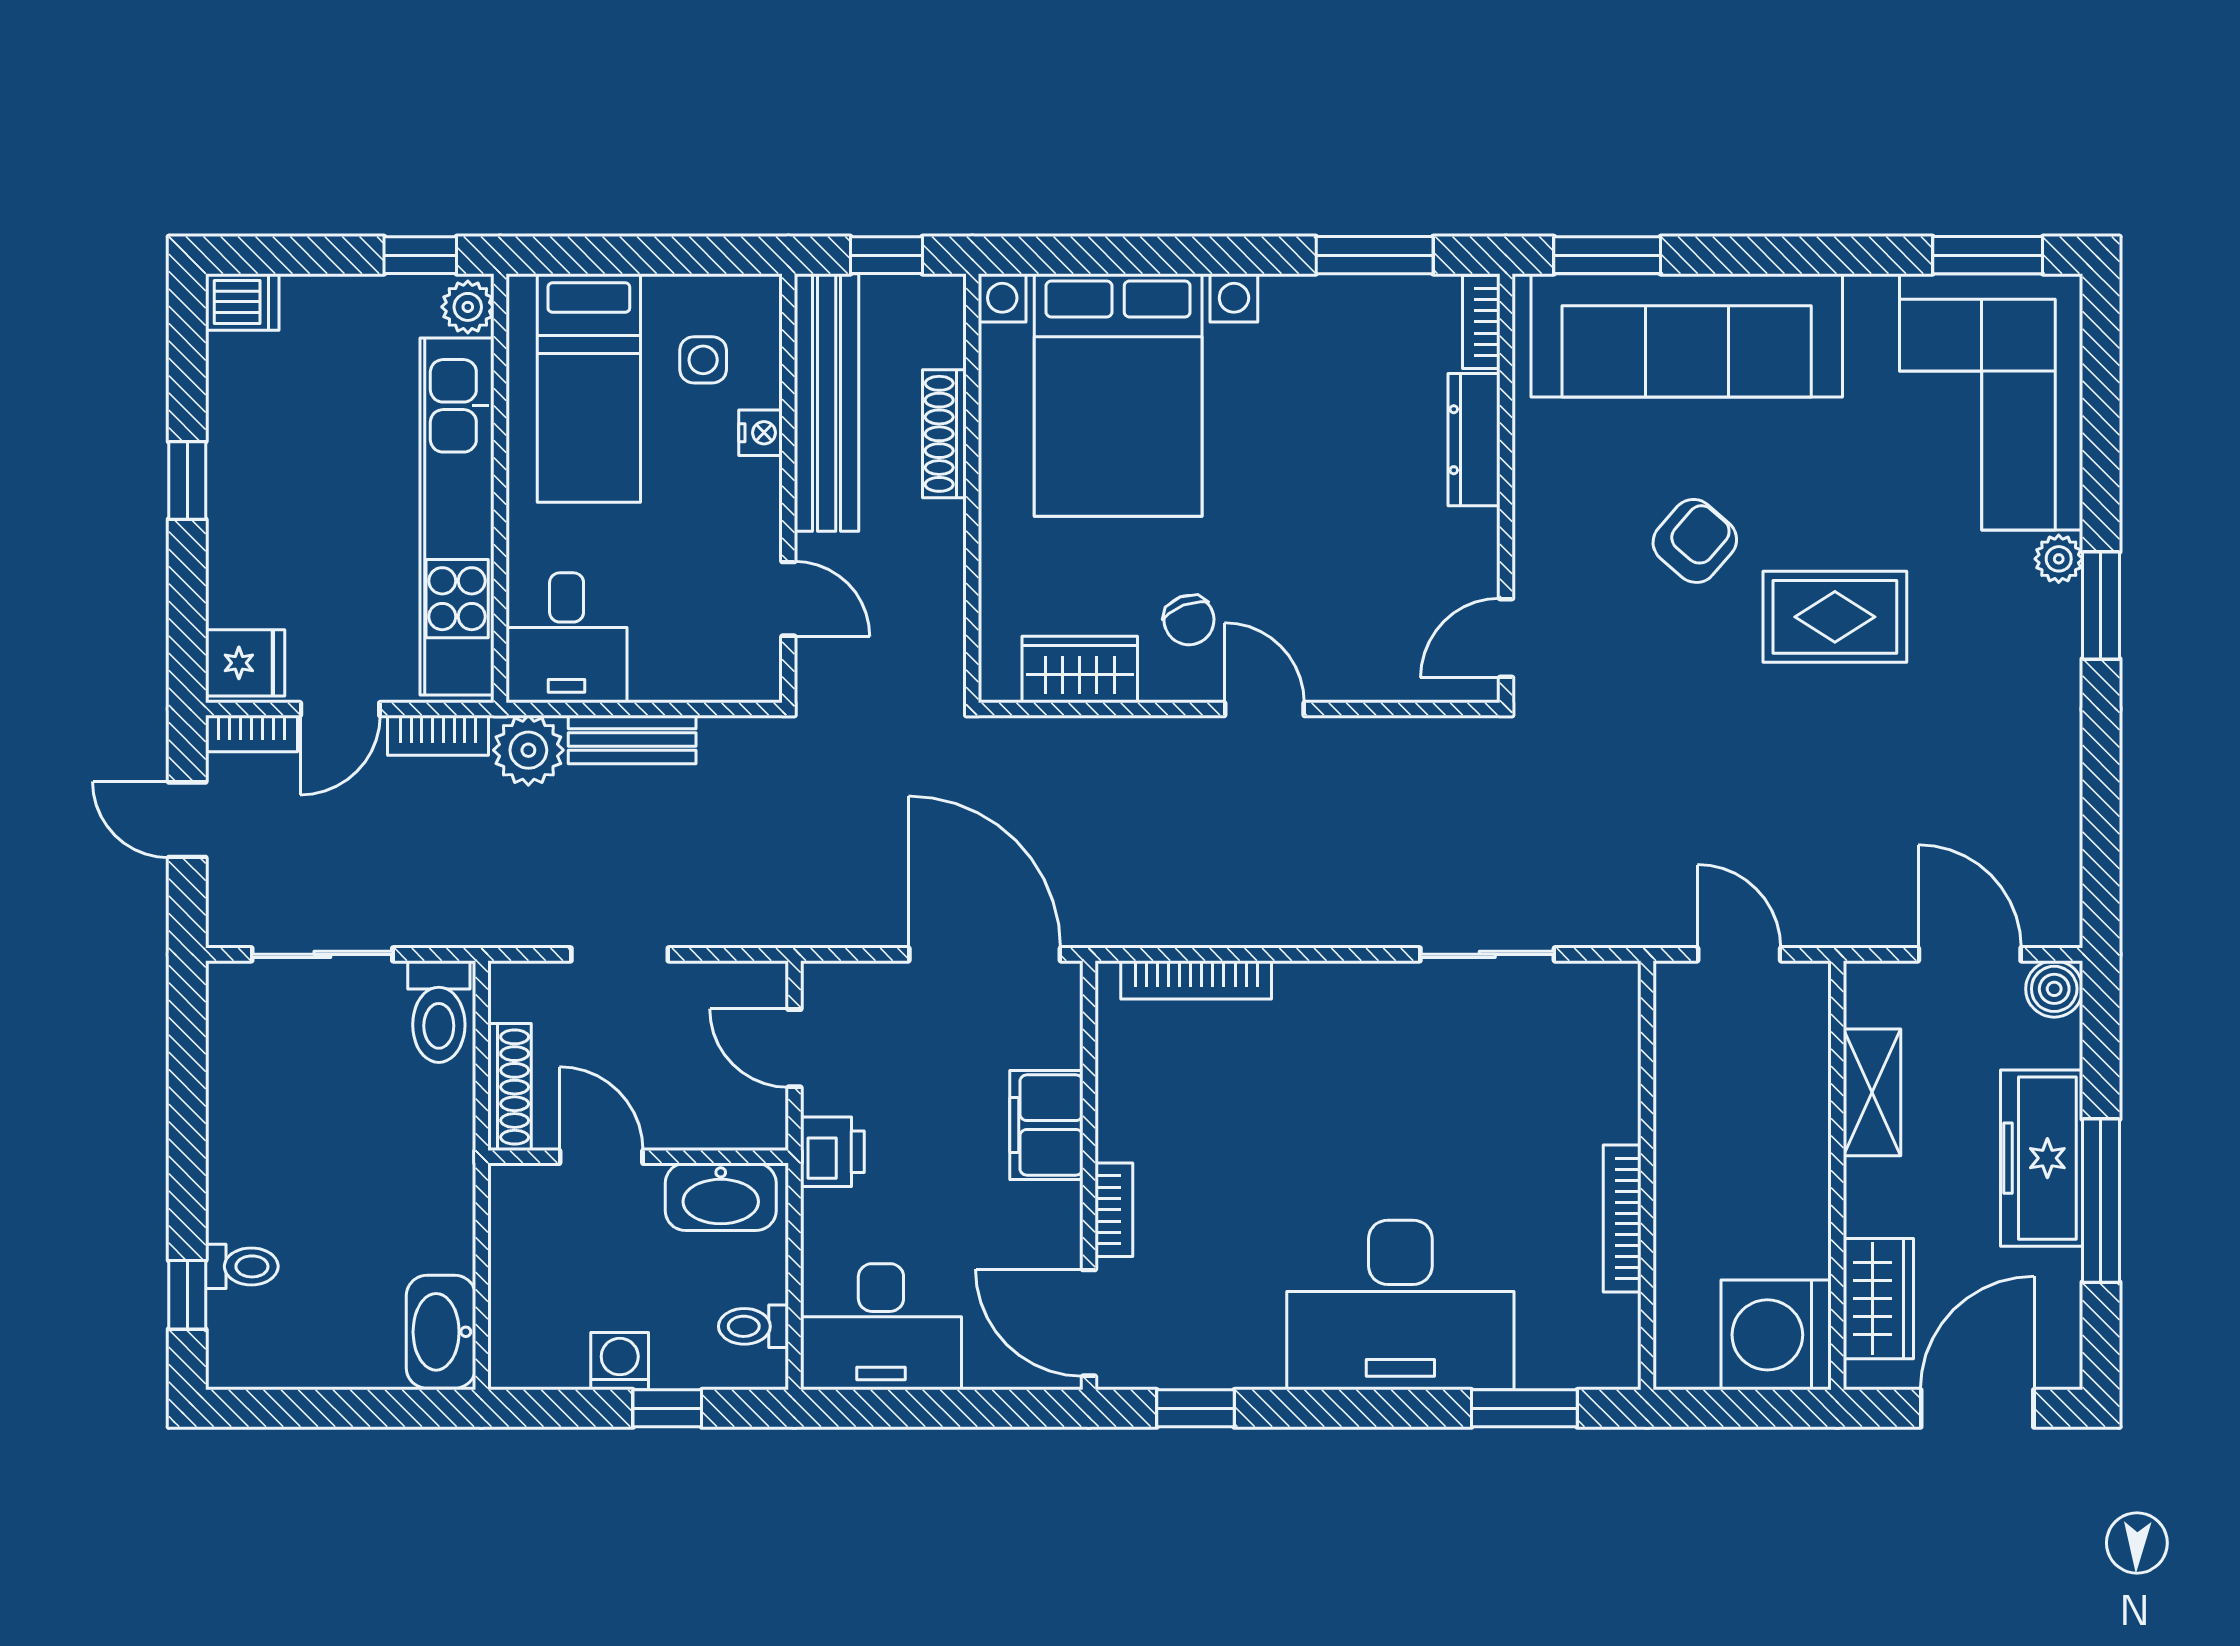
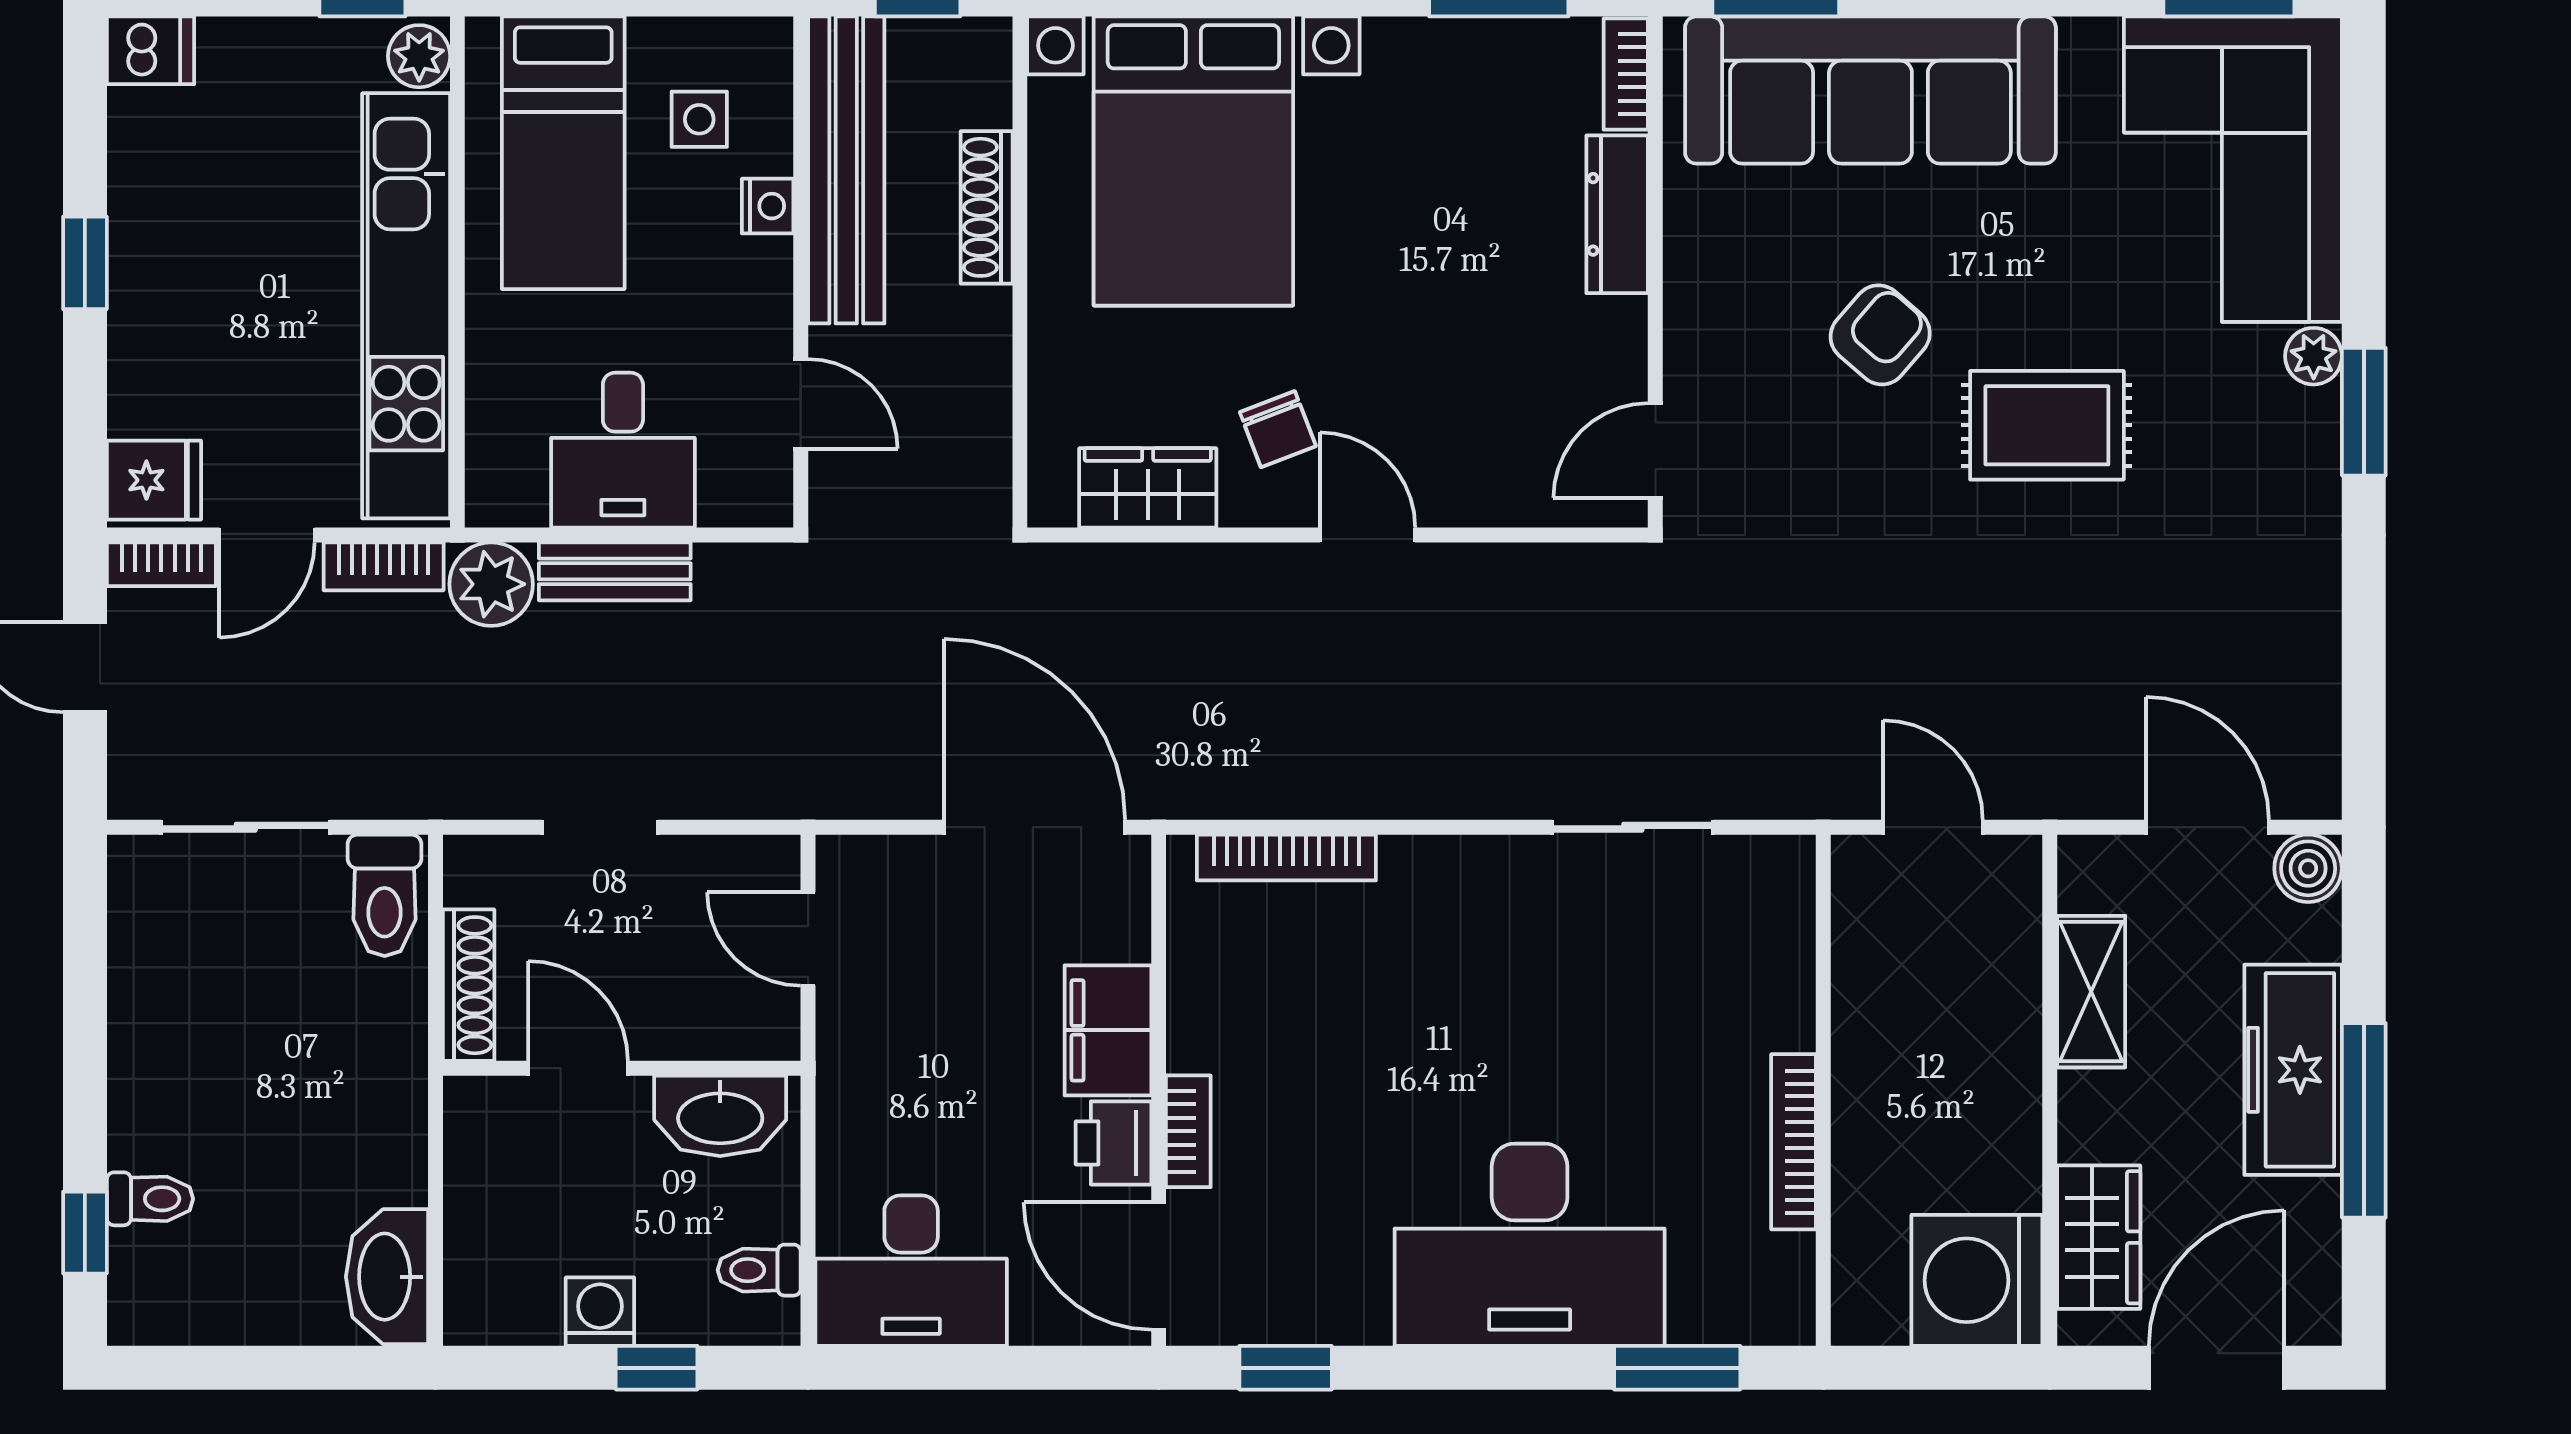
desk: (567, 638) -> (623, 450), moved
printer: (832, 1152) -> (1114, 1143), moved, turned 180

